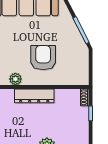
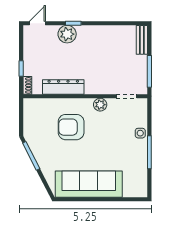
armchair: (43, 58) -> (71, 127), turned 90
dresser: (34, 96) -> (63, 87), moved

